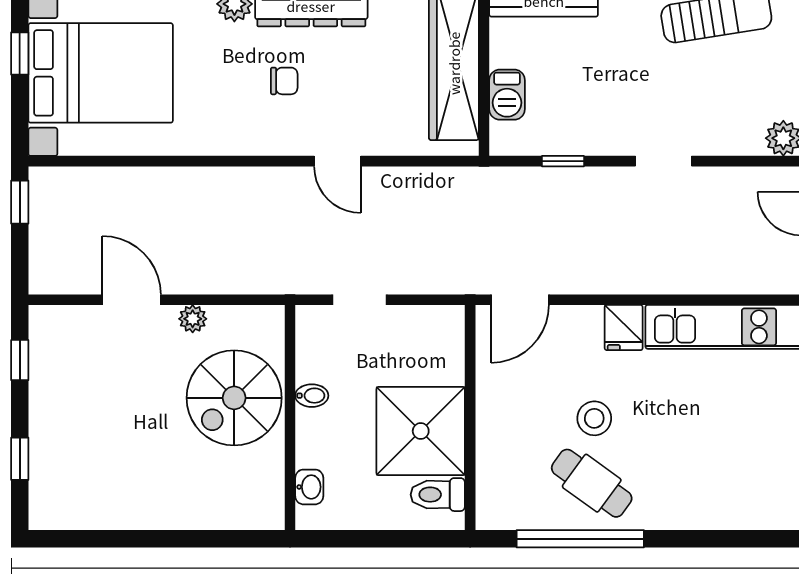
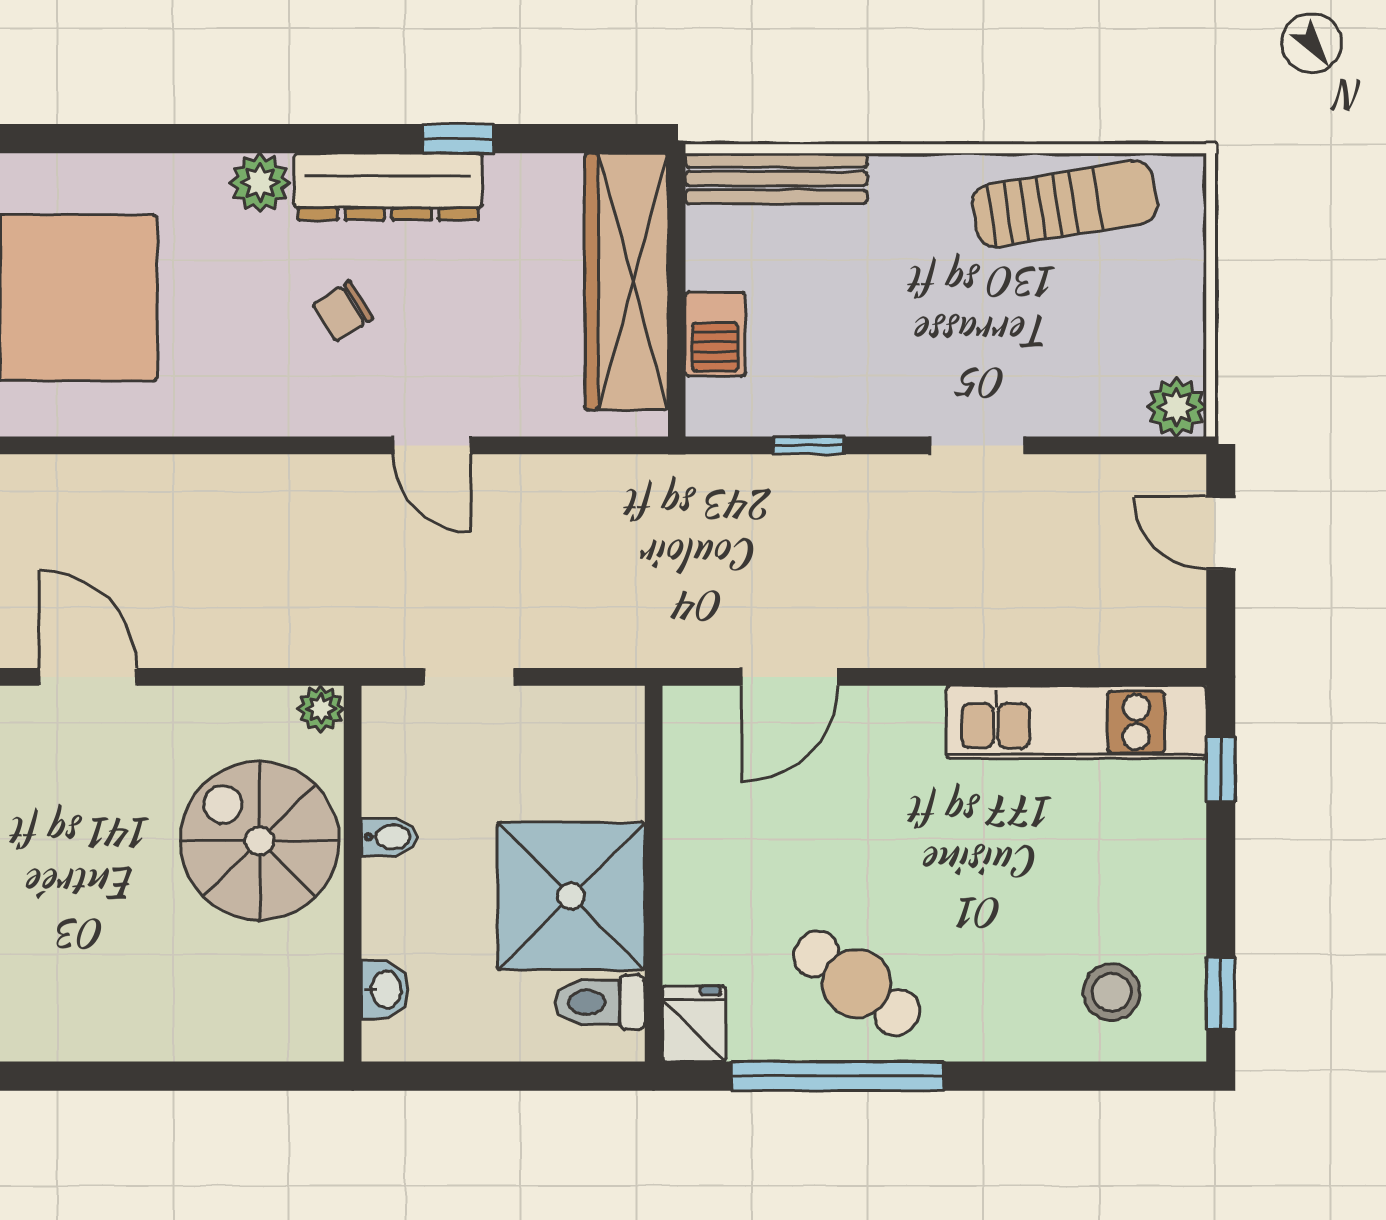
chair: (284, 81) -> (343, 311), turned 148
door: (520, 300) -> (790, 677), moved
plant: (193, 319) -> (321, 709), moved
fridge: (624, 328) -> (694, 1024), moved, turned 180
spiral stairs: (234, 398) -> (259, 841), turned 90
stool: (594, 418) -> (1112, 992), moved

